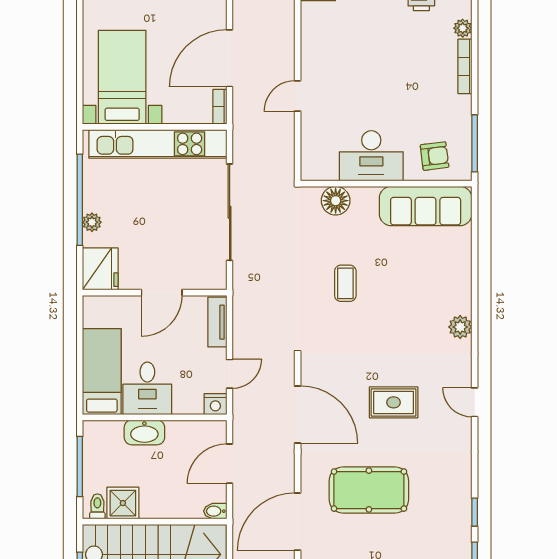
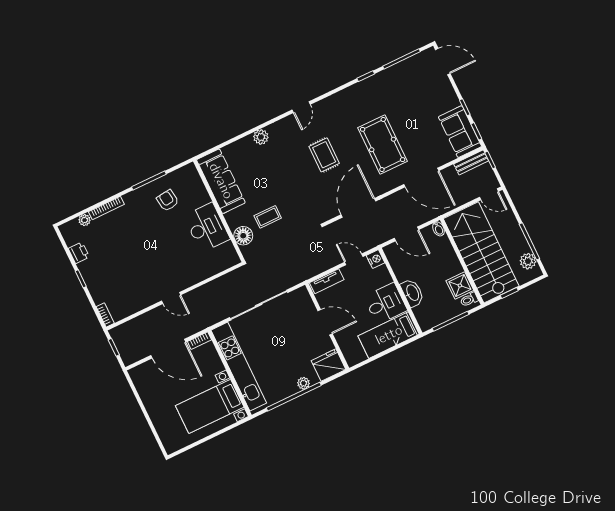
desk: (371, 156) -> (207, 227), moved
wall: (386, 184) -> (219, 211), moved
floor lamp: (336, 201) -> (243, 236), moved
sofa: (426, 206) -> (221, 181), moved

